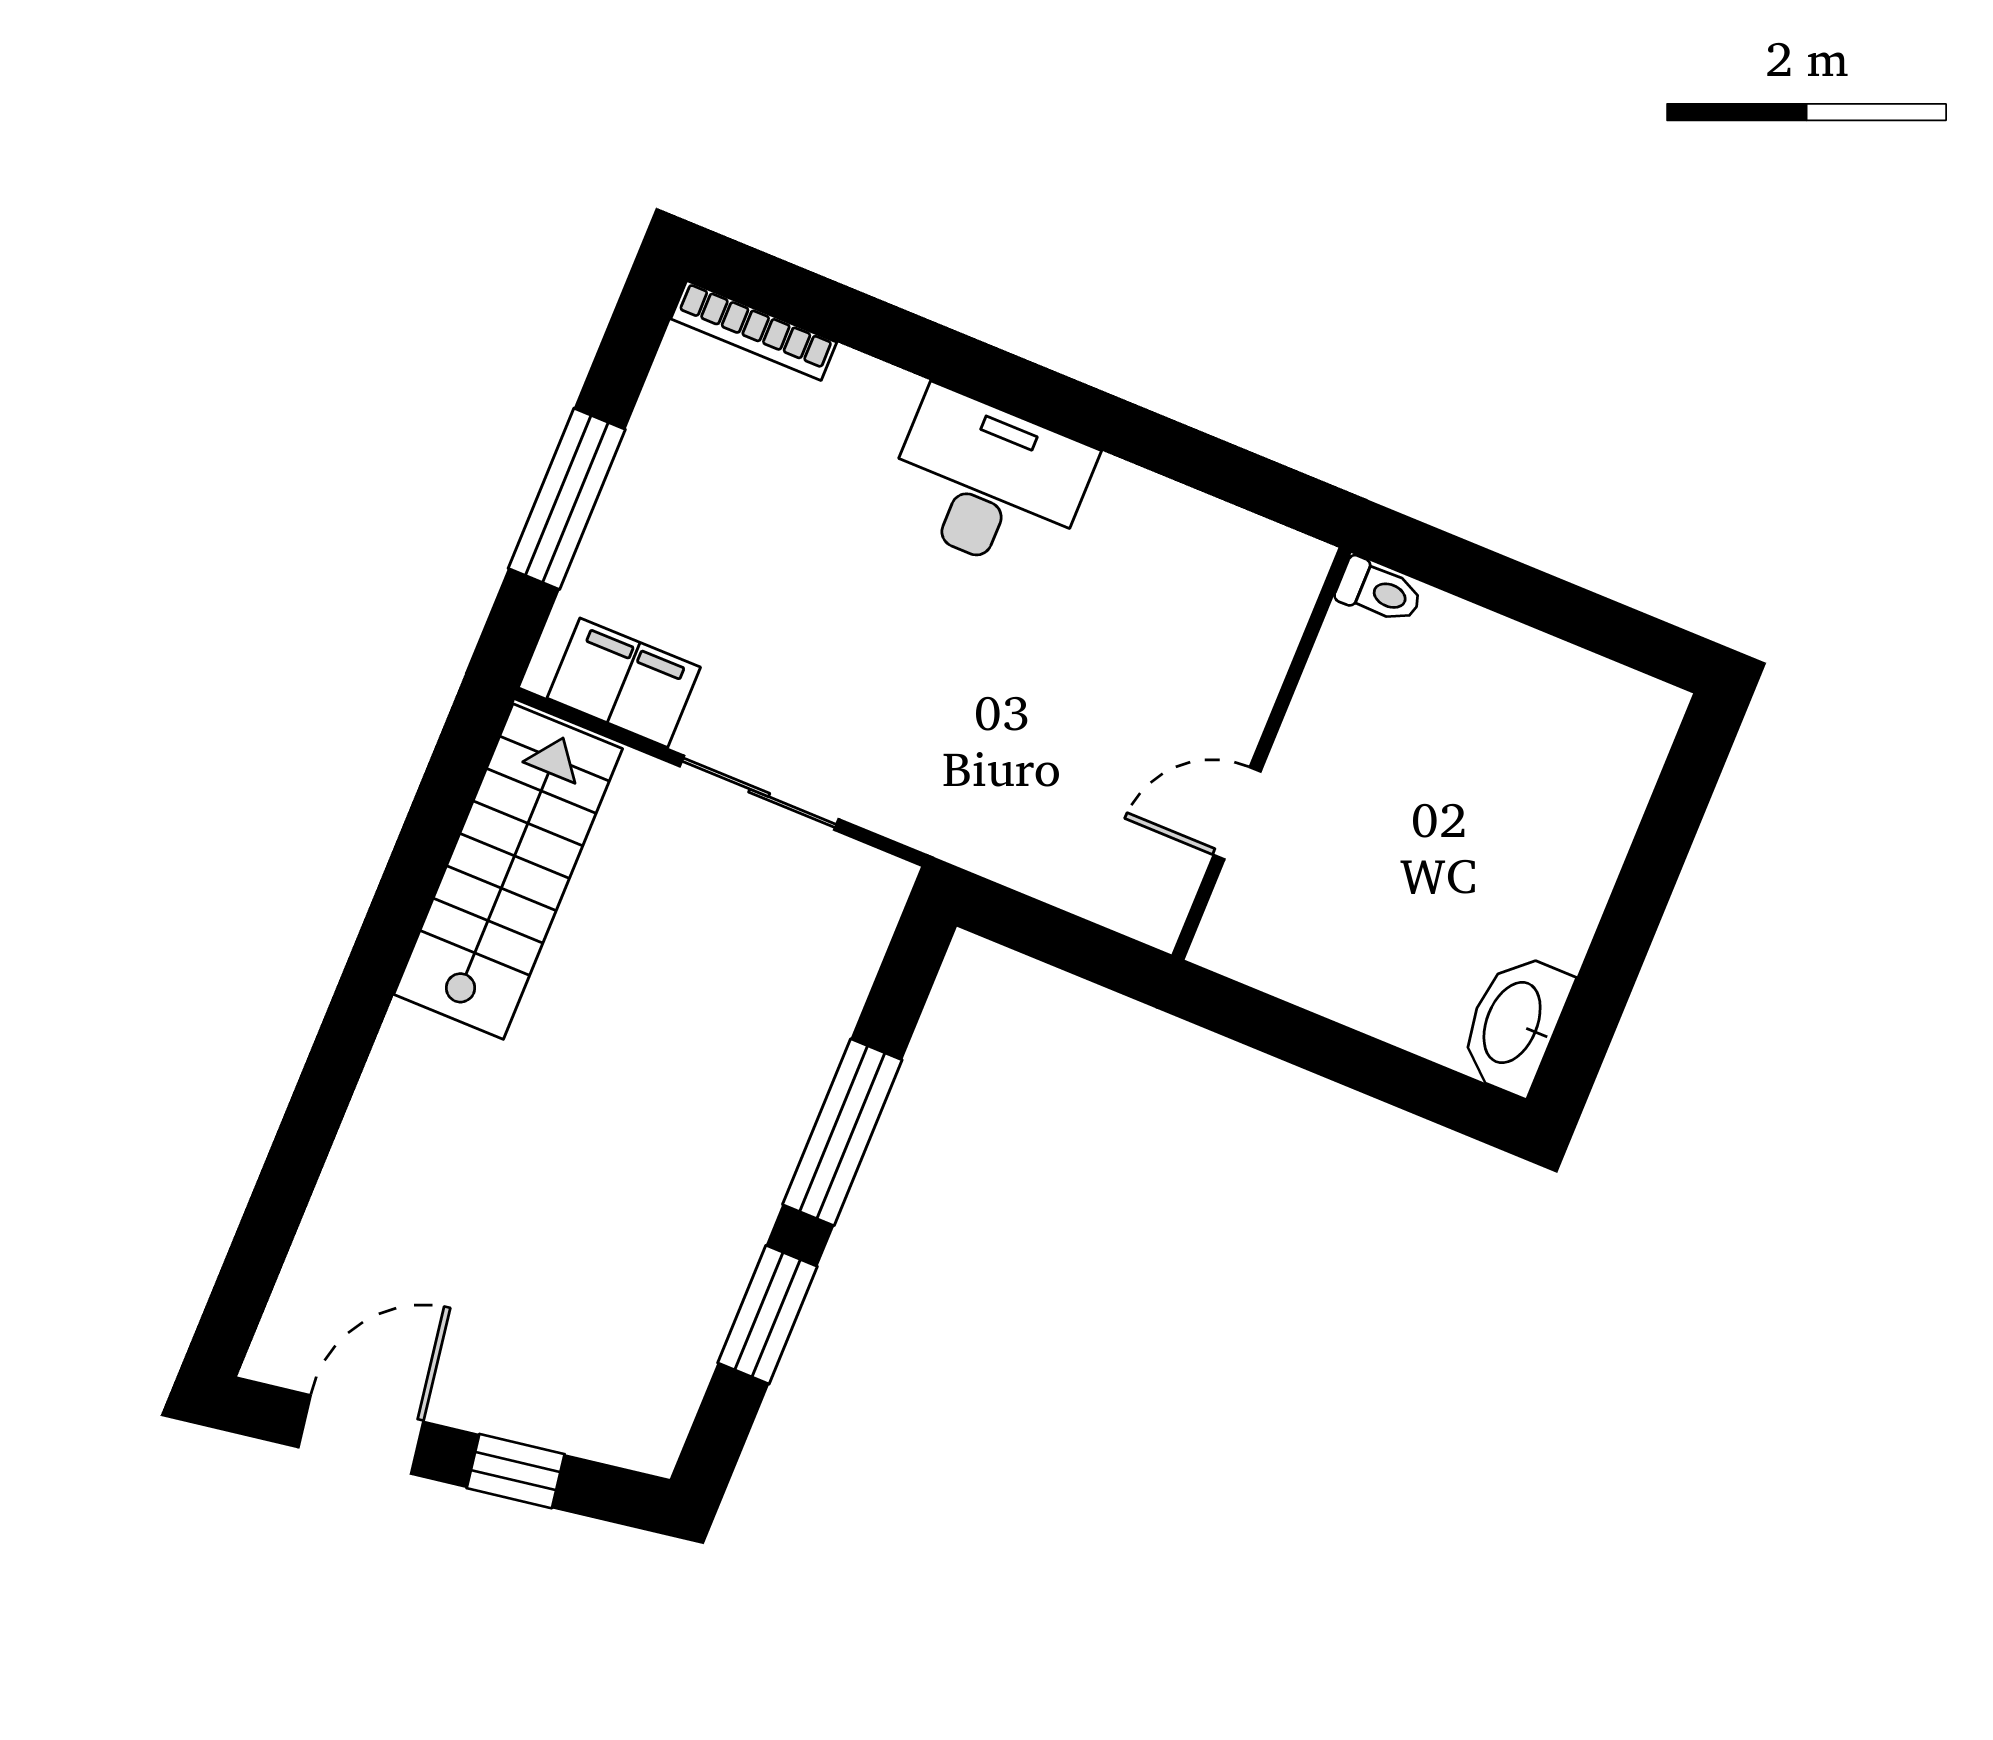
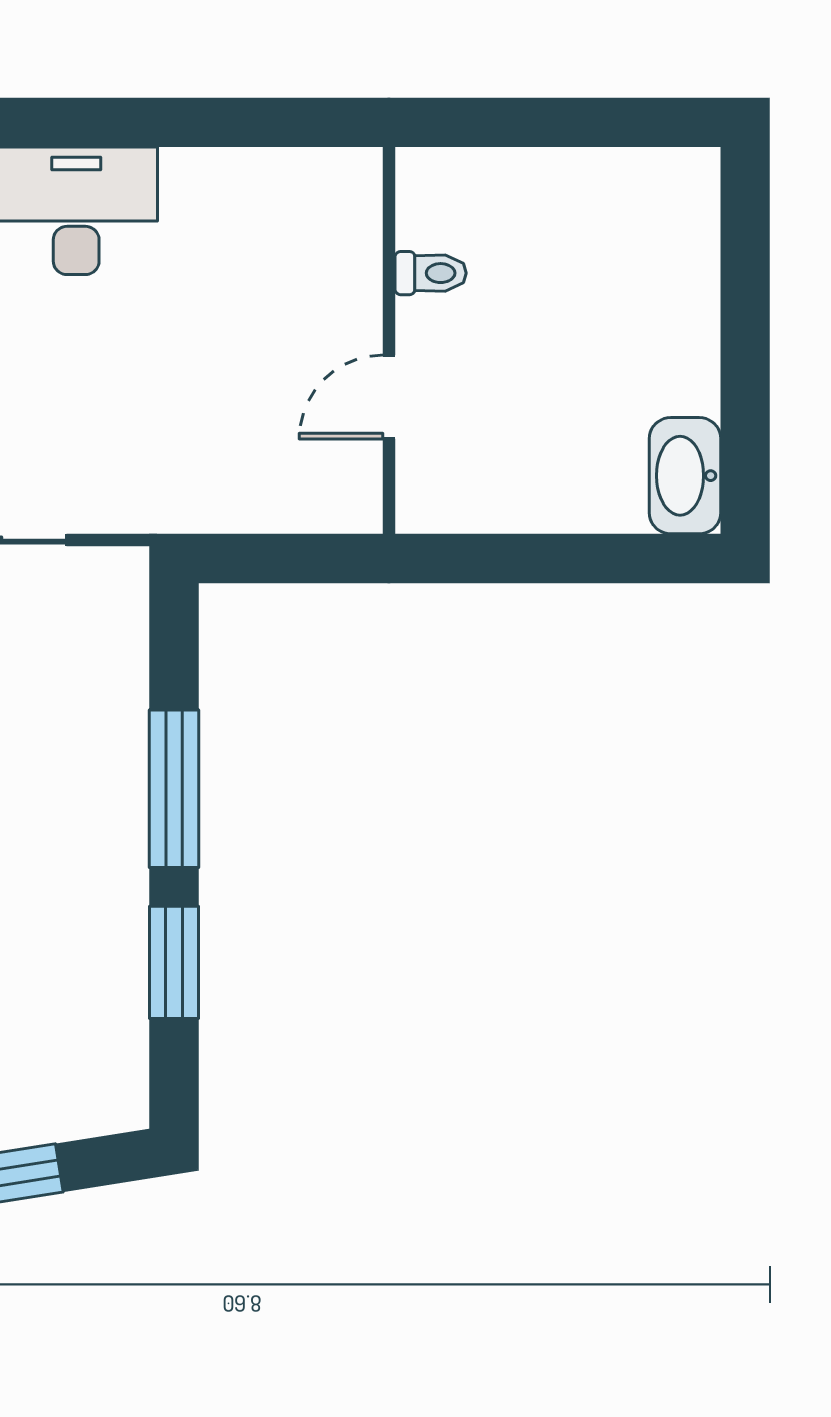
toilet: (1379, 591) -> (431, 273), moved

